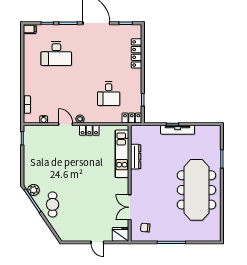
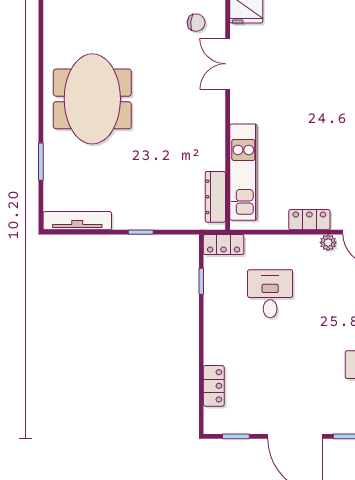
locker: (136, 53) -> (214, 386), width x0.66
tv unit: (178, 130) -> (77, 221), moved
dresser: (136, 157) -> (215, 197), moved
meeting table: (196, 190) -> (92, 99), width x0.73
double door: (130, 207) -> (228, 64), swing flipped

